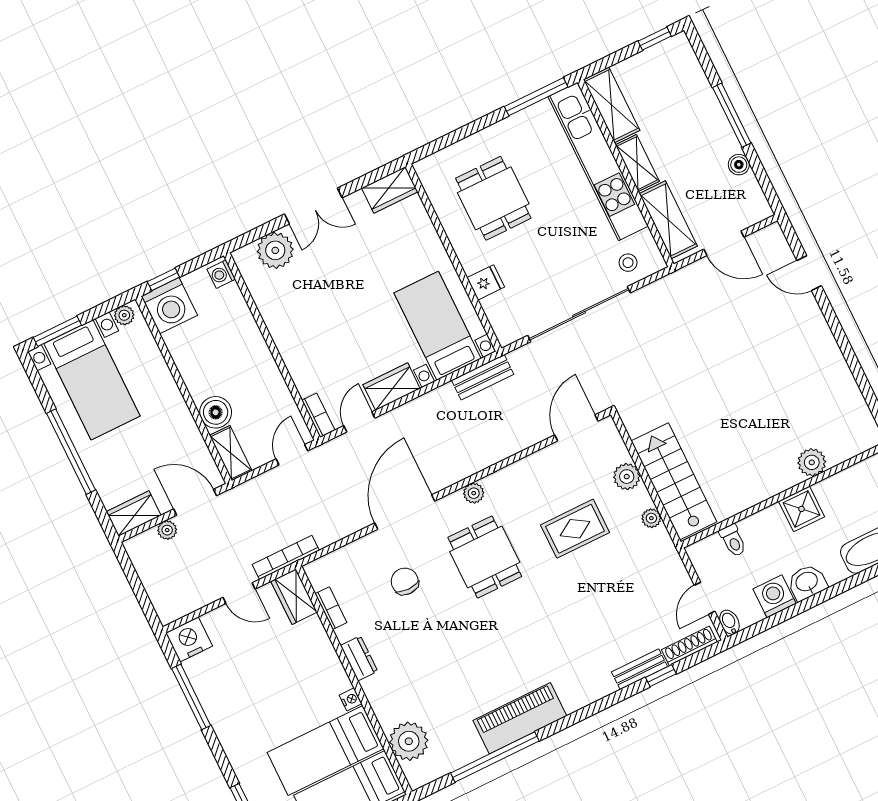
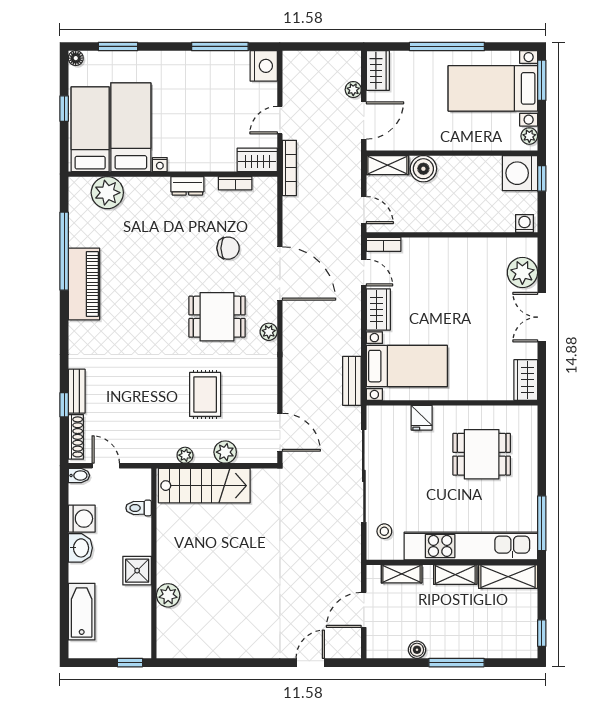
shelving: (668, 220) -> (402, 574), width x0.67, depth x0.75

